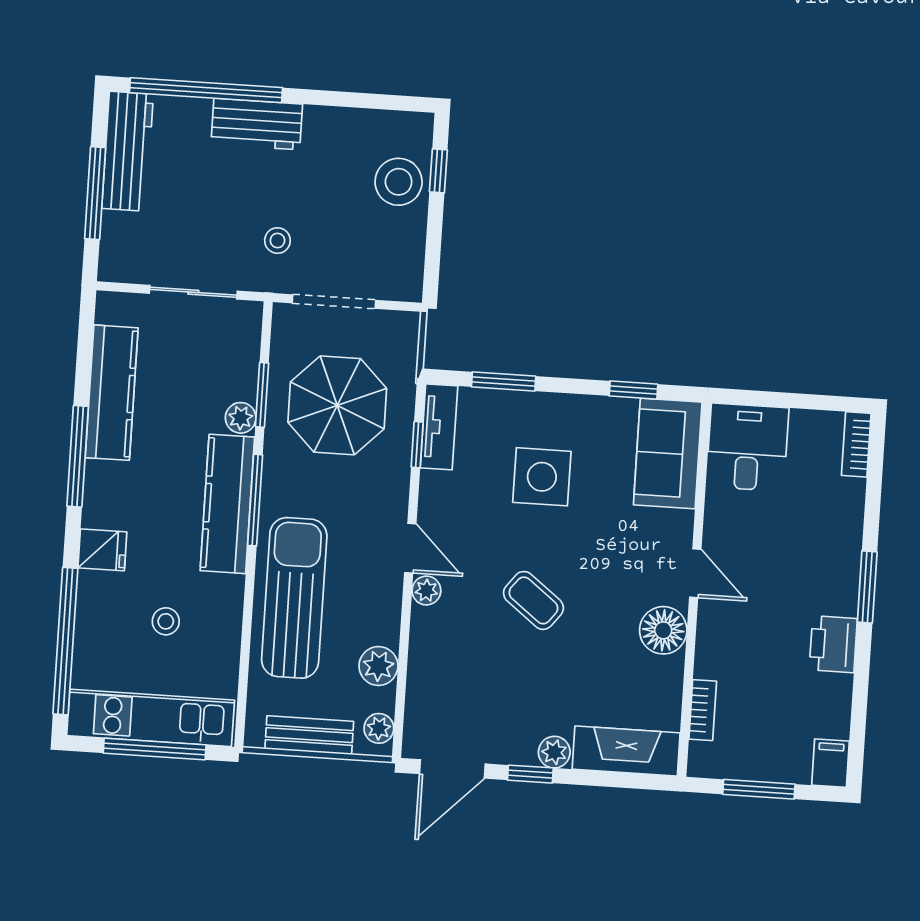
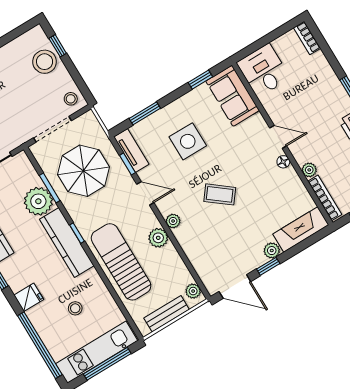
stool: (277, 241) -> (71, 99), moved
plant: (241, 418) -> (38, 201), width x1.87, depth x1.87
window: (255, 500) -> (77, 233), width x0.46
door: (410, 548) -> (145, 193), moved
floor lamp: (663, 630) -> (283, 162), width x0.53, depth x0.53
plant: (708, 663) -> (309, 170), added
plant: (378, 666) -> (158, 238), moved
bookcase: (703, 710) -> (325, 198), width x1.56
door: (452, 769) -> (235, 287), hinge flipped

